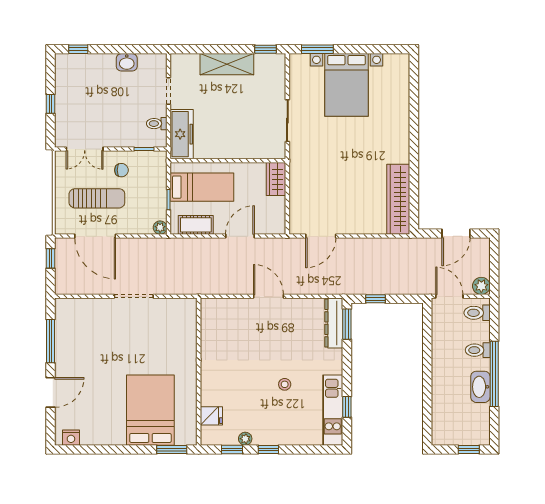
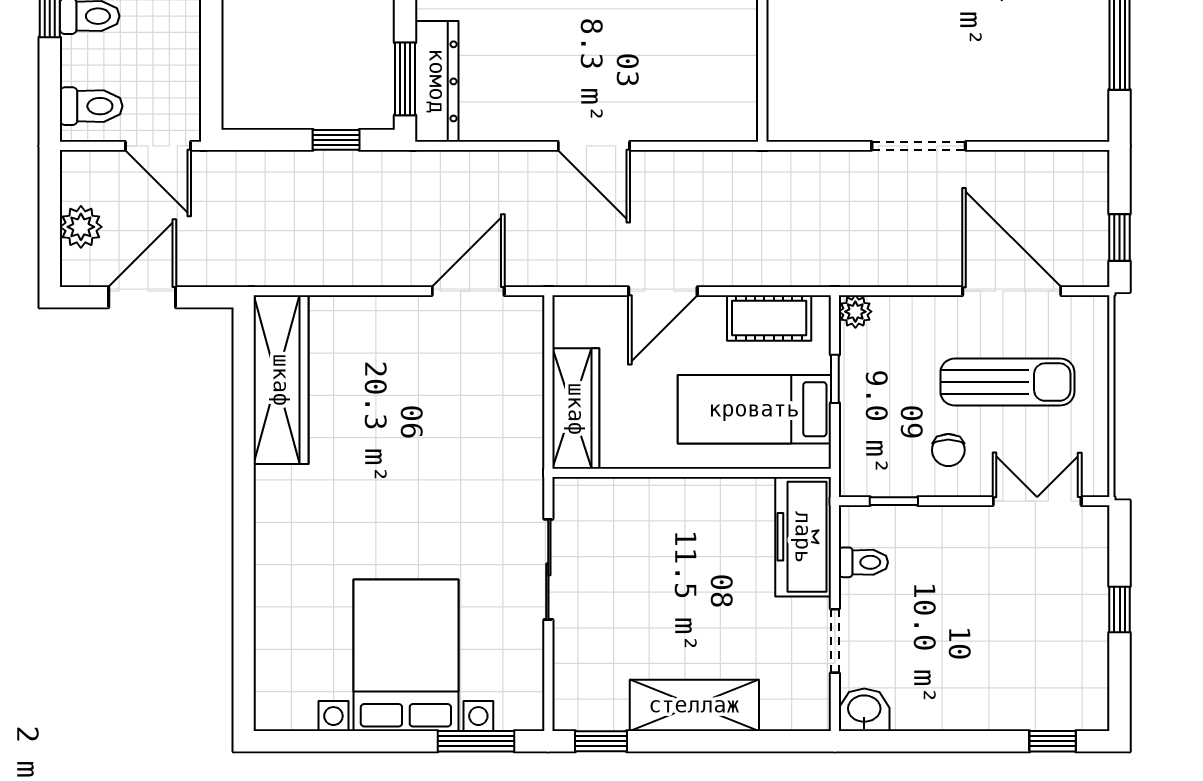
washbasin: (127, 62) -> (864, 710), moved
chair: (121, 170) -> (948, 450), turned -90
wardrobe: (276, 179) -> (576, 409), width x1.50
sun lounger: (97, 198) -> (1007, 382), turned 180
plant: (481, 286) -> (81, 227), moved

